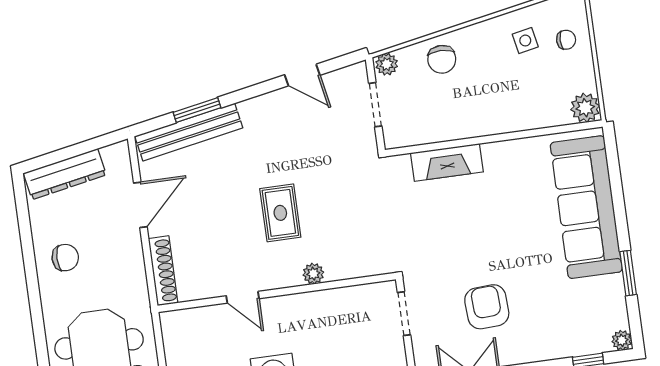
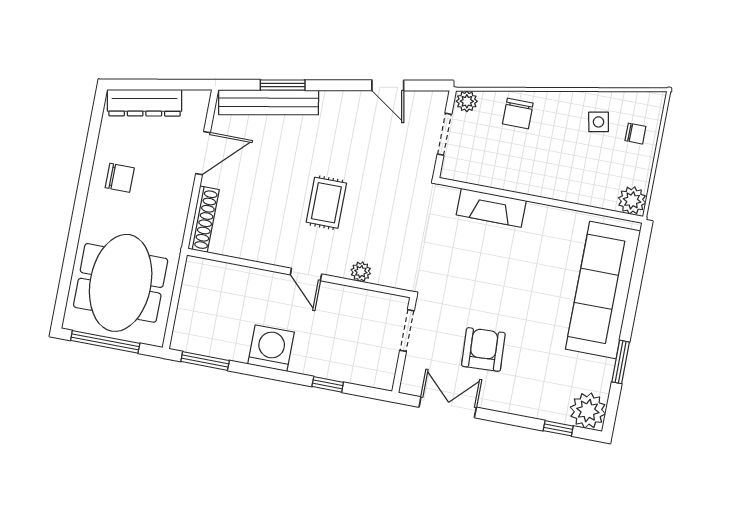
plant: (313, 274) -> (361, 272), moved
door: (243, 297) -> (306, 274), moved
plant: (622, 340) -> (588, 411), width x1.88, depth x1.88

